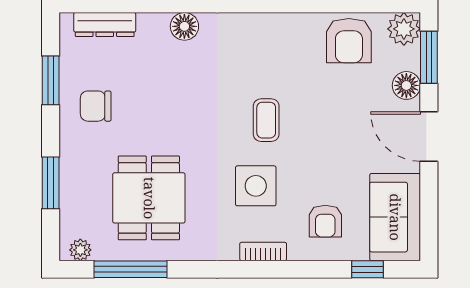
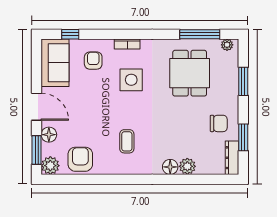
dresser: (105, 24) -> (232, 158), moved, turned -90
plant: (153, 28) -> (187, 166), added
coffee table: (266, 120) -> (127, 141), moved

